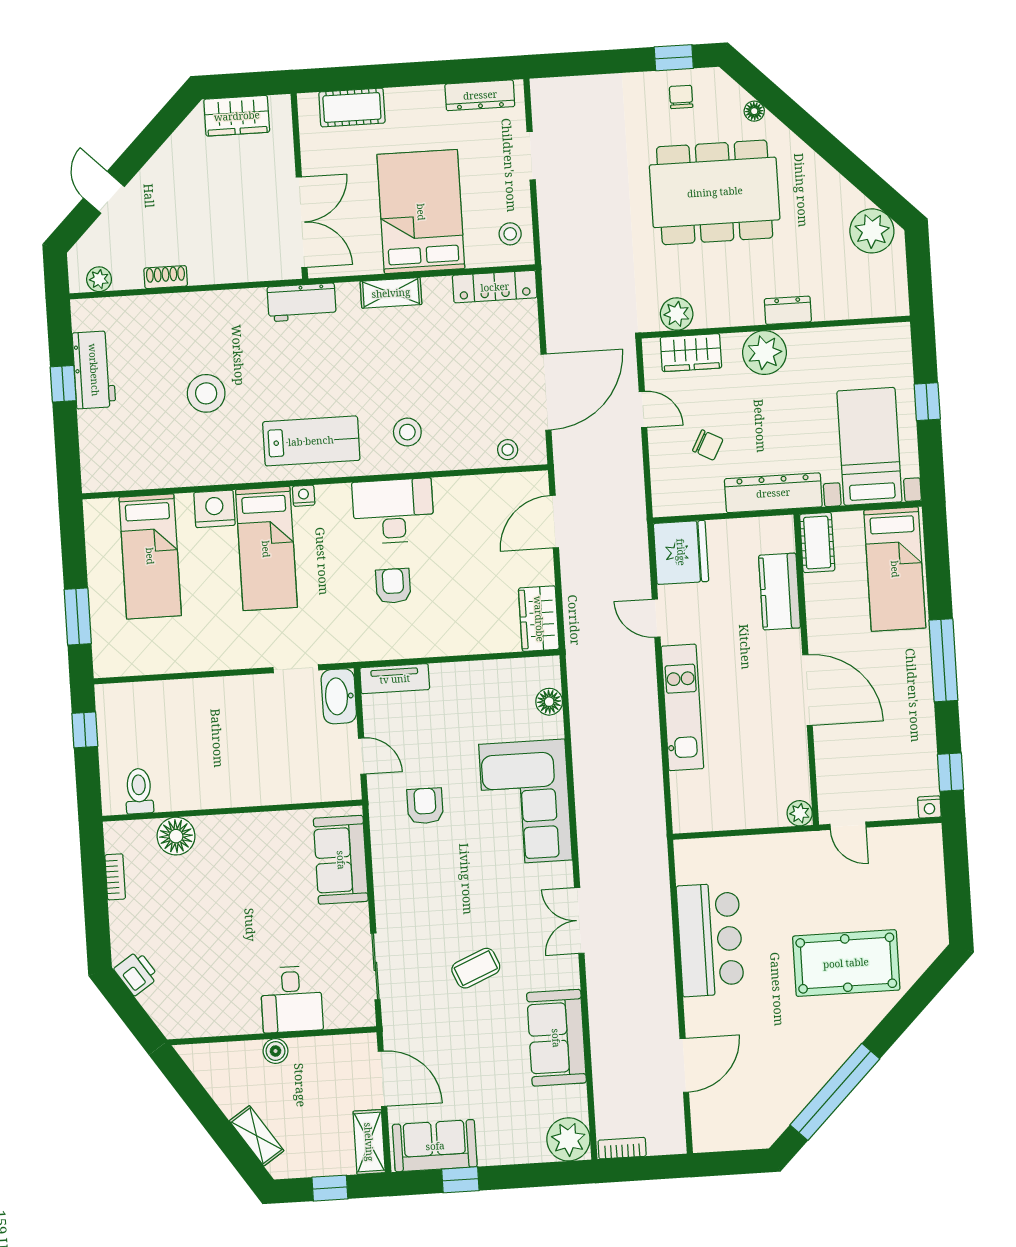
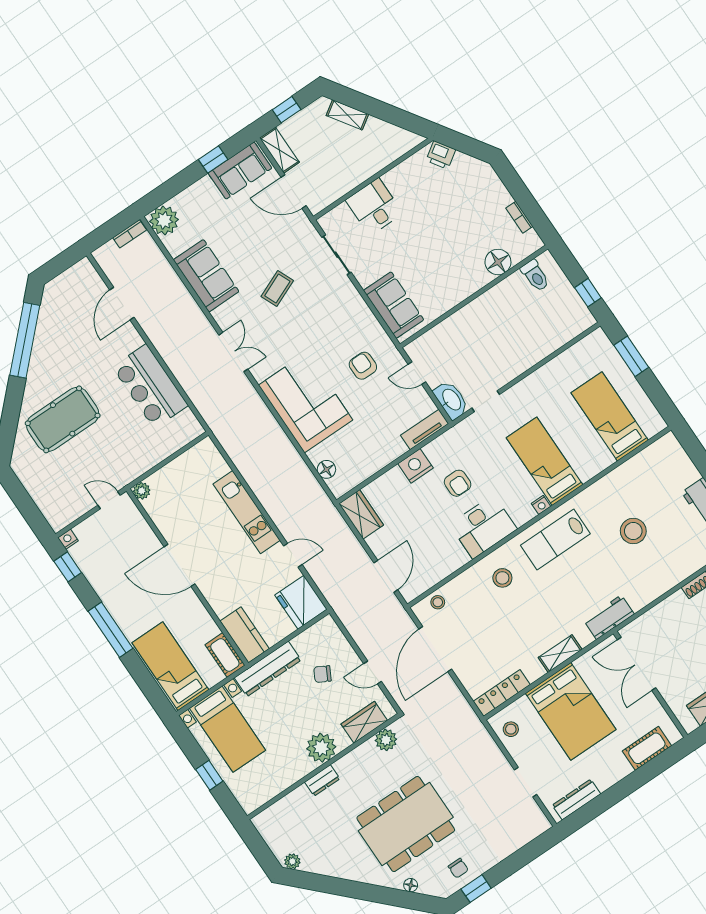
plant: (872, 231) -> (292, 861), width x0.53, depth x0.53
nightstand: (214, 509) -> (416, 466), moved, turned 180
kitchen counter: (780, 592) -> (245, 635), moved
armchair: (425, 806) -> (363, 366), turned 180
printer: (136, 973) -> (441, 155), moved
boiler: (275, 1051) -> (366, 171), removed

